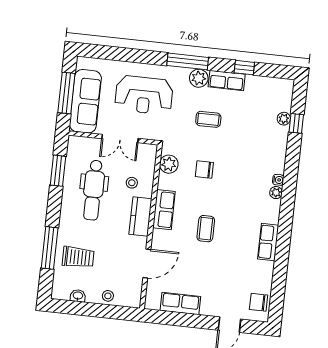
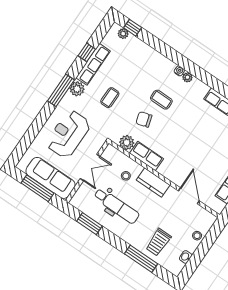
row of seats: (227, 81) -> (93, 64), width x1.48
reception desk: (144, 95) -> (68, 134), turned 180
plant: (284, 119) -> (123, 34), moved
window: (296, 123) -> (133, 28), moved
chair: (204, 170) -> (144, 119), turned 73
row of seats: (164, 210) -> (147, 156), moved
coffee table: (206, 229) -> (161, 100), moved
trolley: (78, 257) -> (158, 242), turned 180

